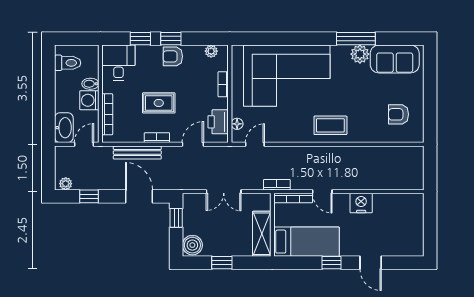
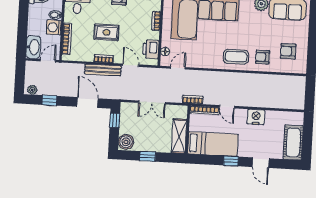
armchair: (365, 124) -> (263, 57), added
door: (193, 144) -> (131, 65), hinge flipped
bench: (137, 153) -> (103, 70), moved
cot: (412, 234) -> (293, 142), added

